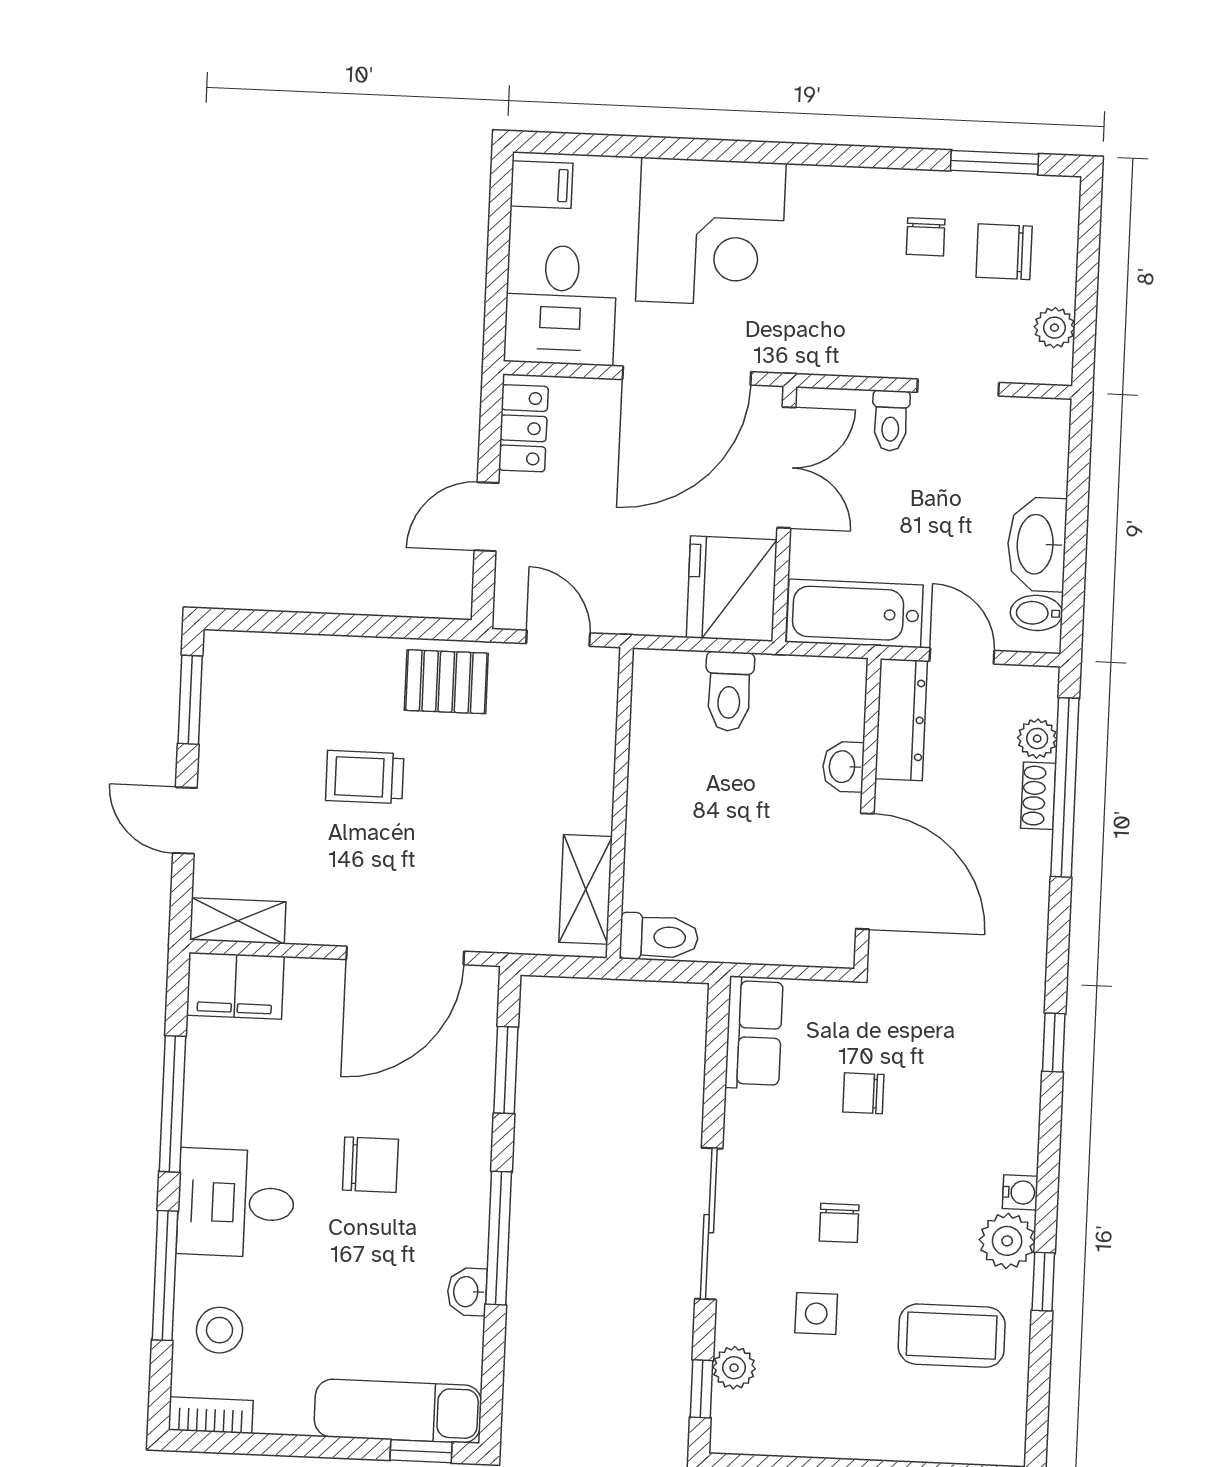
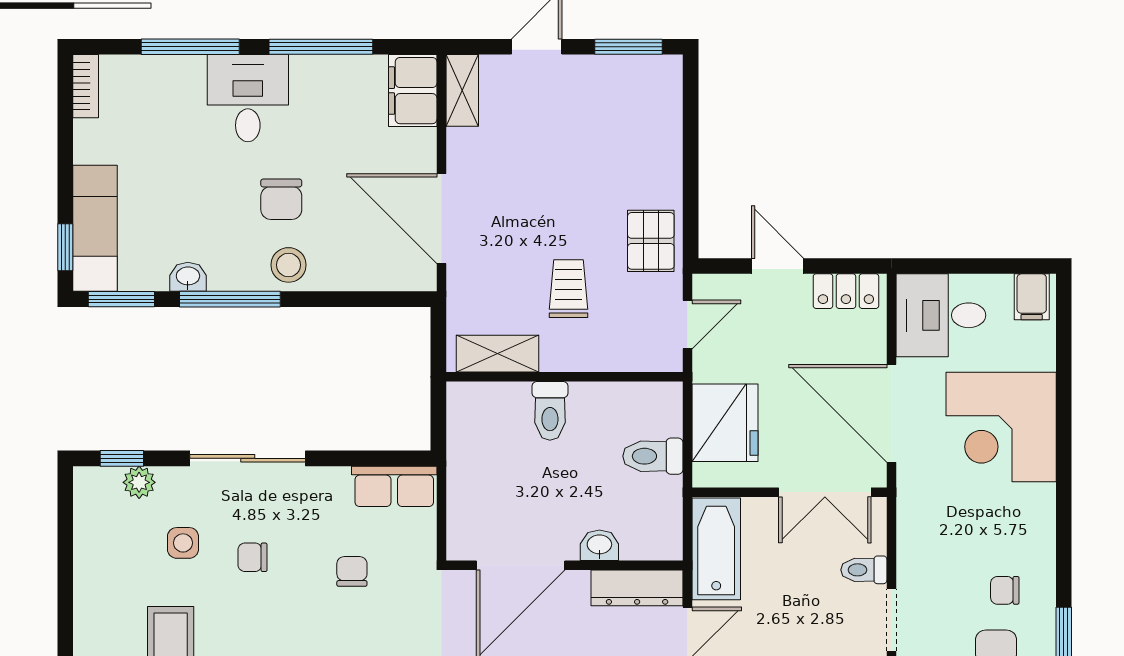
fridge: (732, 589) -> (725, 423), moved, turned 90
trolley: (365, 777) -> (569, 289), moved
toilet: (659, 937) -> (550, 411), moved
window: (506, 1070) -> (121, 299), moved
stool: (220, 1330) -> (288, 265), moved

